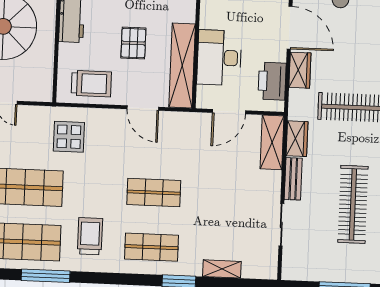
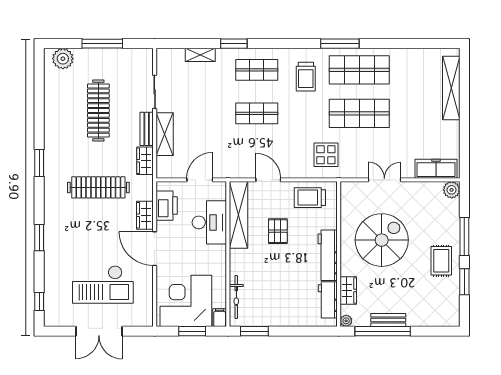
shelving: (272, 142) -> (165, 134), moved

